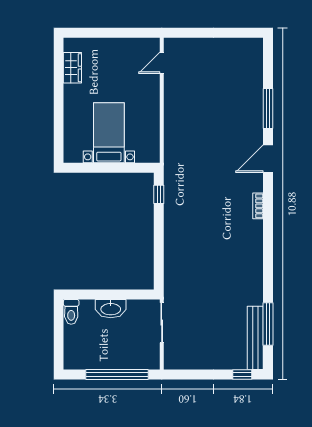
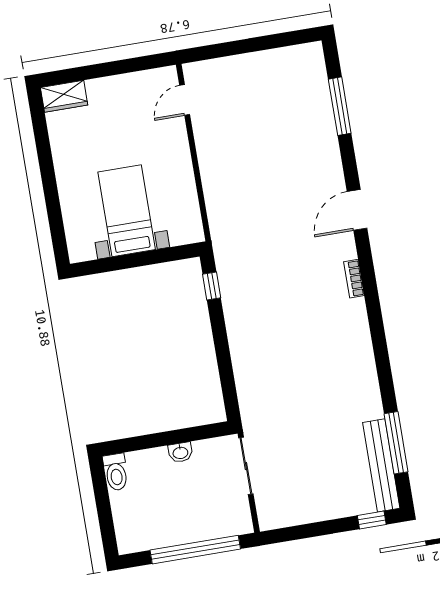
wardrobe: (72, 68) -> (64, 96), moved, turned 90
window: (268, 108) -> (340, 106), moved
washbasin: (111, 309) -> (180, 452), width x0.52, depth x0.69

